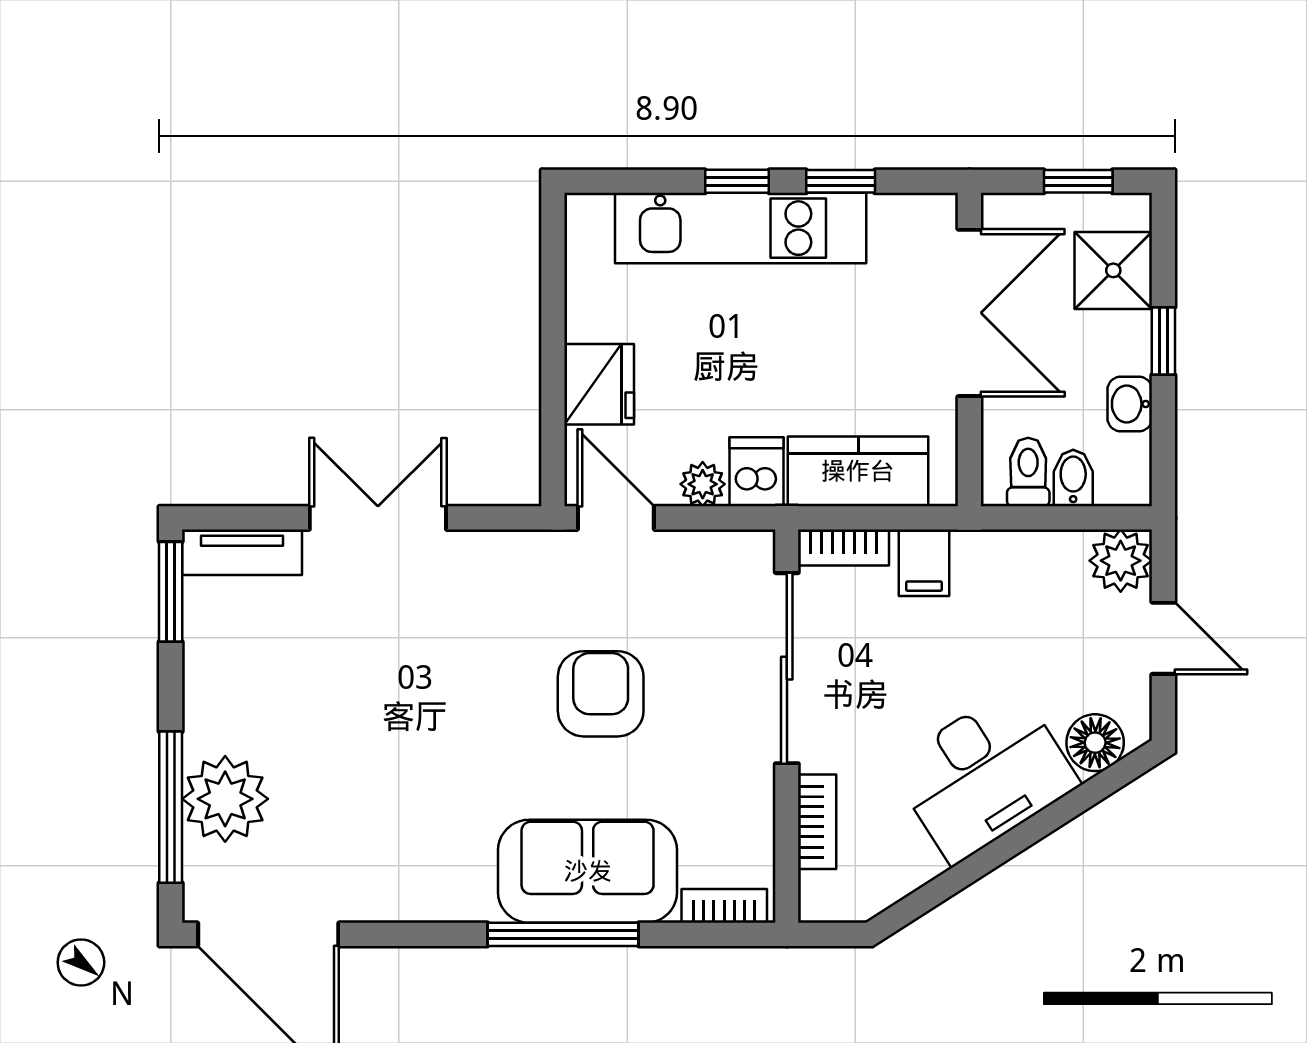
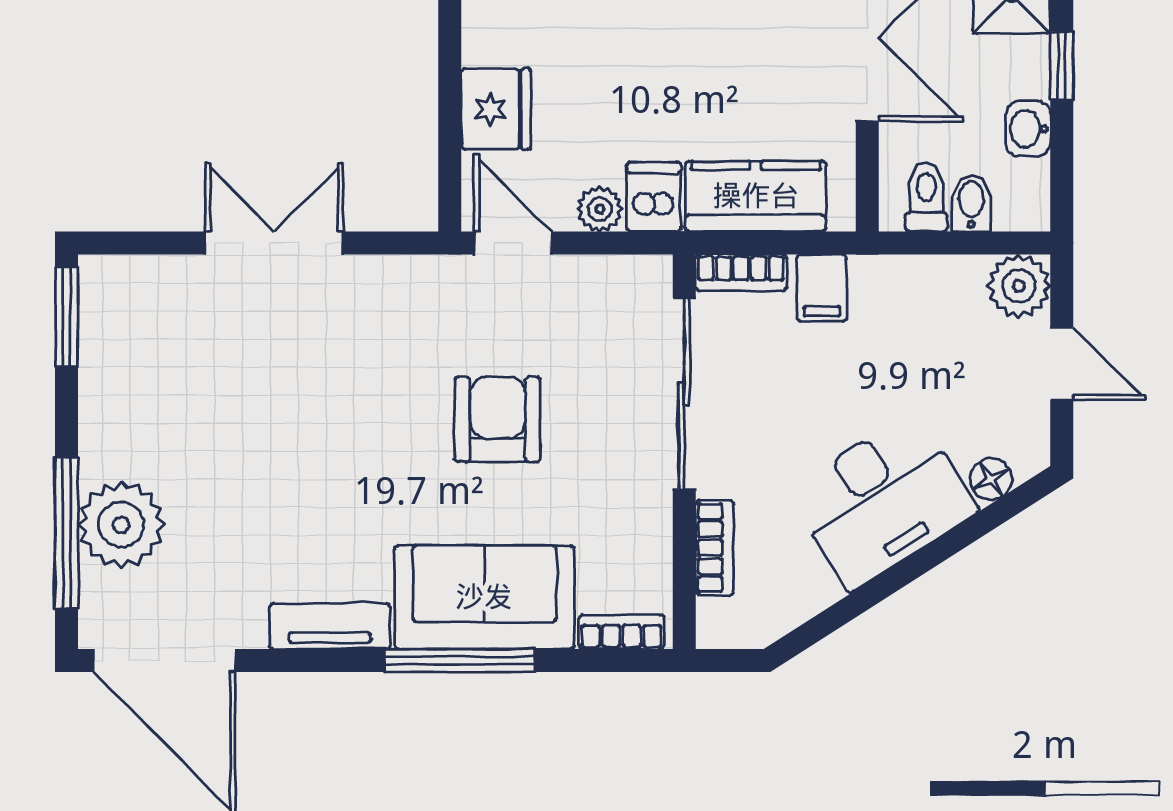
tv unit: (242, 552) -> (330, 626), moved, turned 180
floor lamp: (1095, 743) -> (991, 479), width x0.73, depth x0.73

